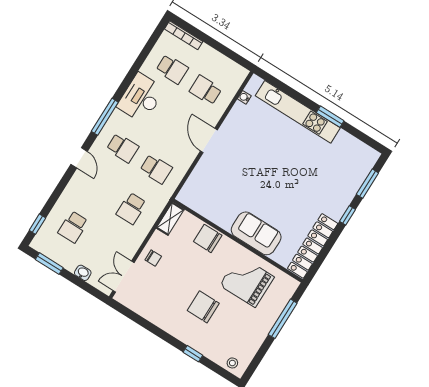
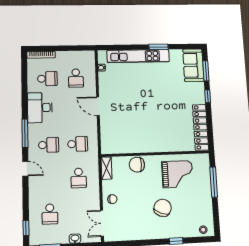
school desk: (206, 90) -> (76, 78), turned -90
sofa: (256, 233) -> (193, 65), moved, turned -90
grand piano: (247, 281) -> (177, 174), turned 180
chair: (203, 307) -> (163, 208), turned 111

